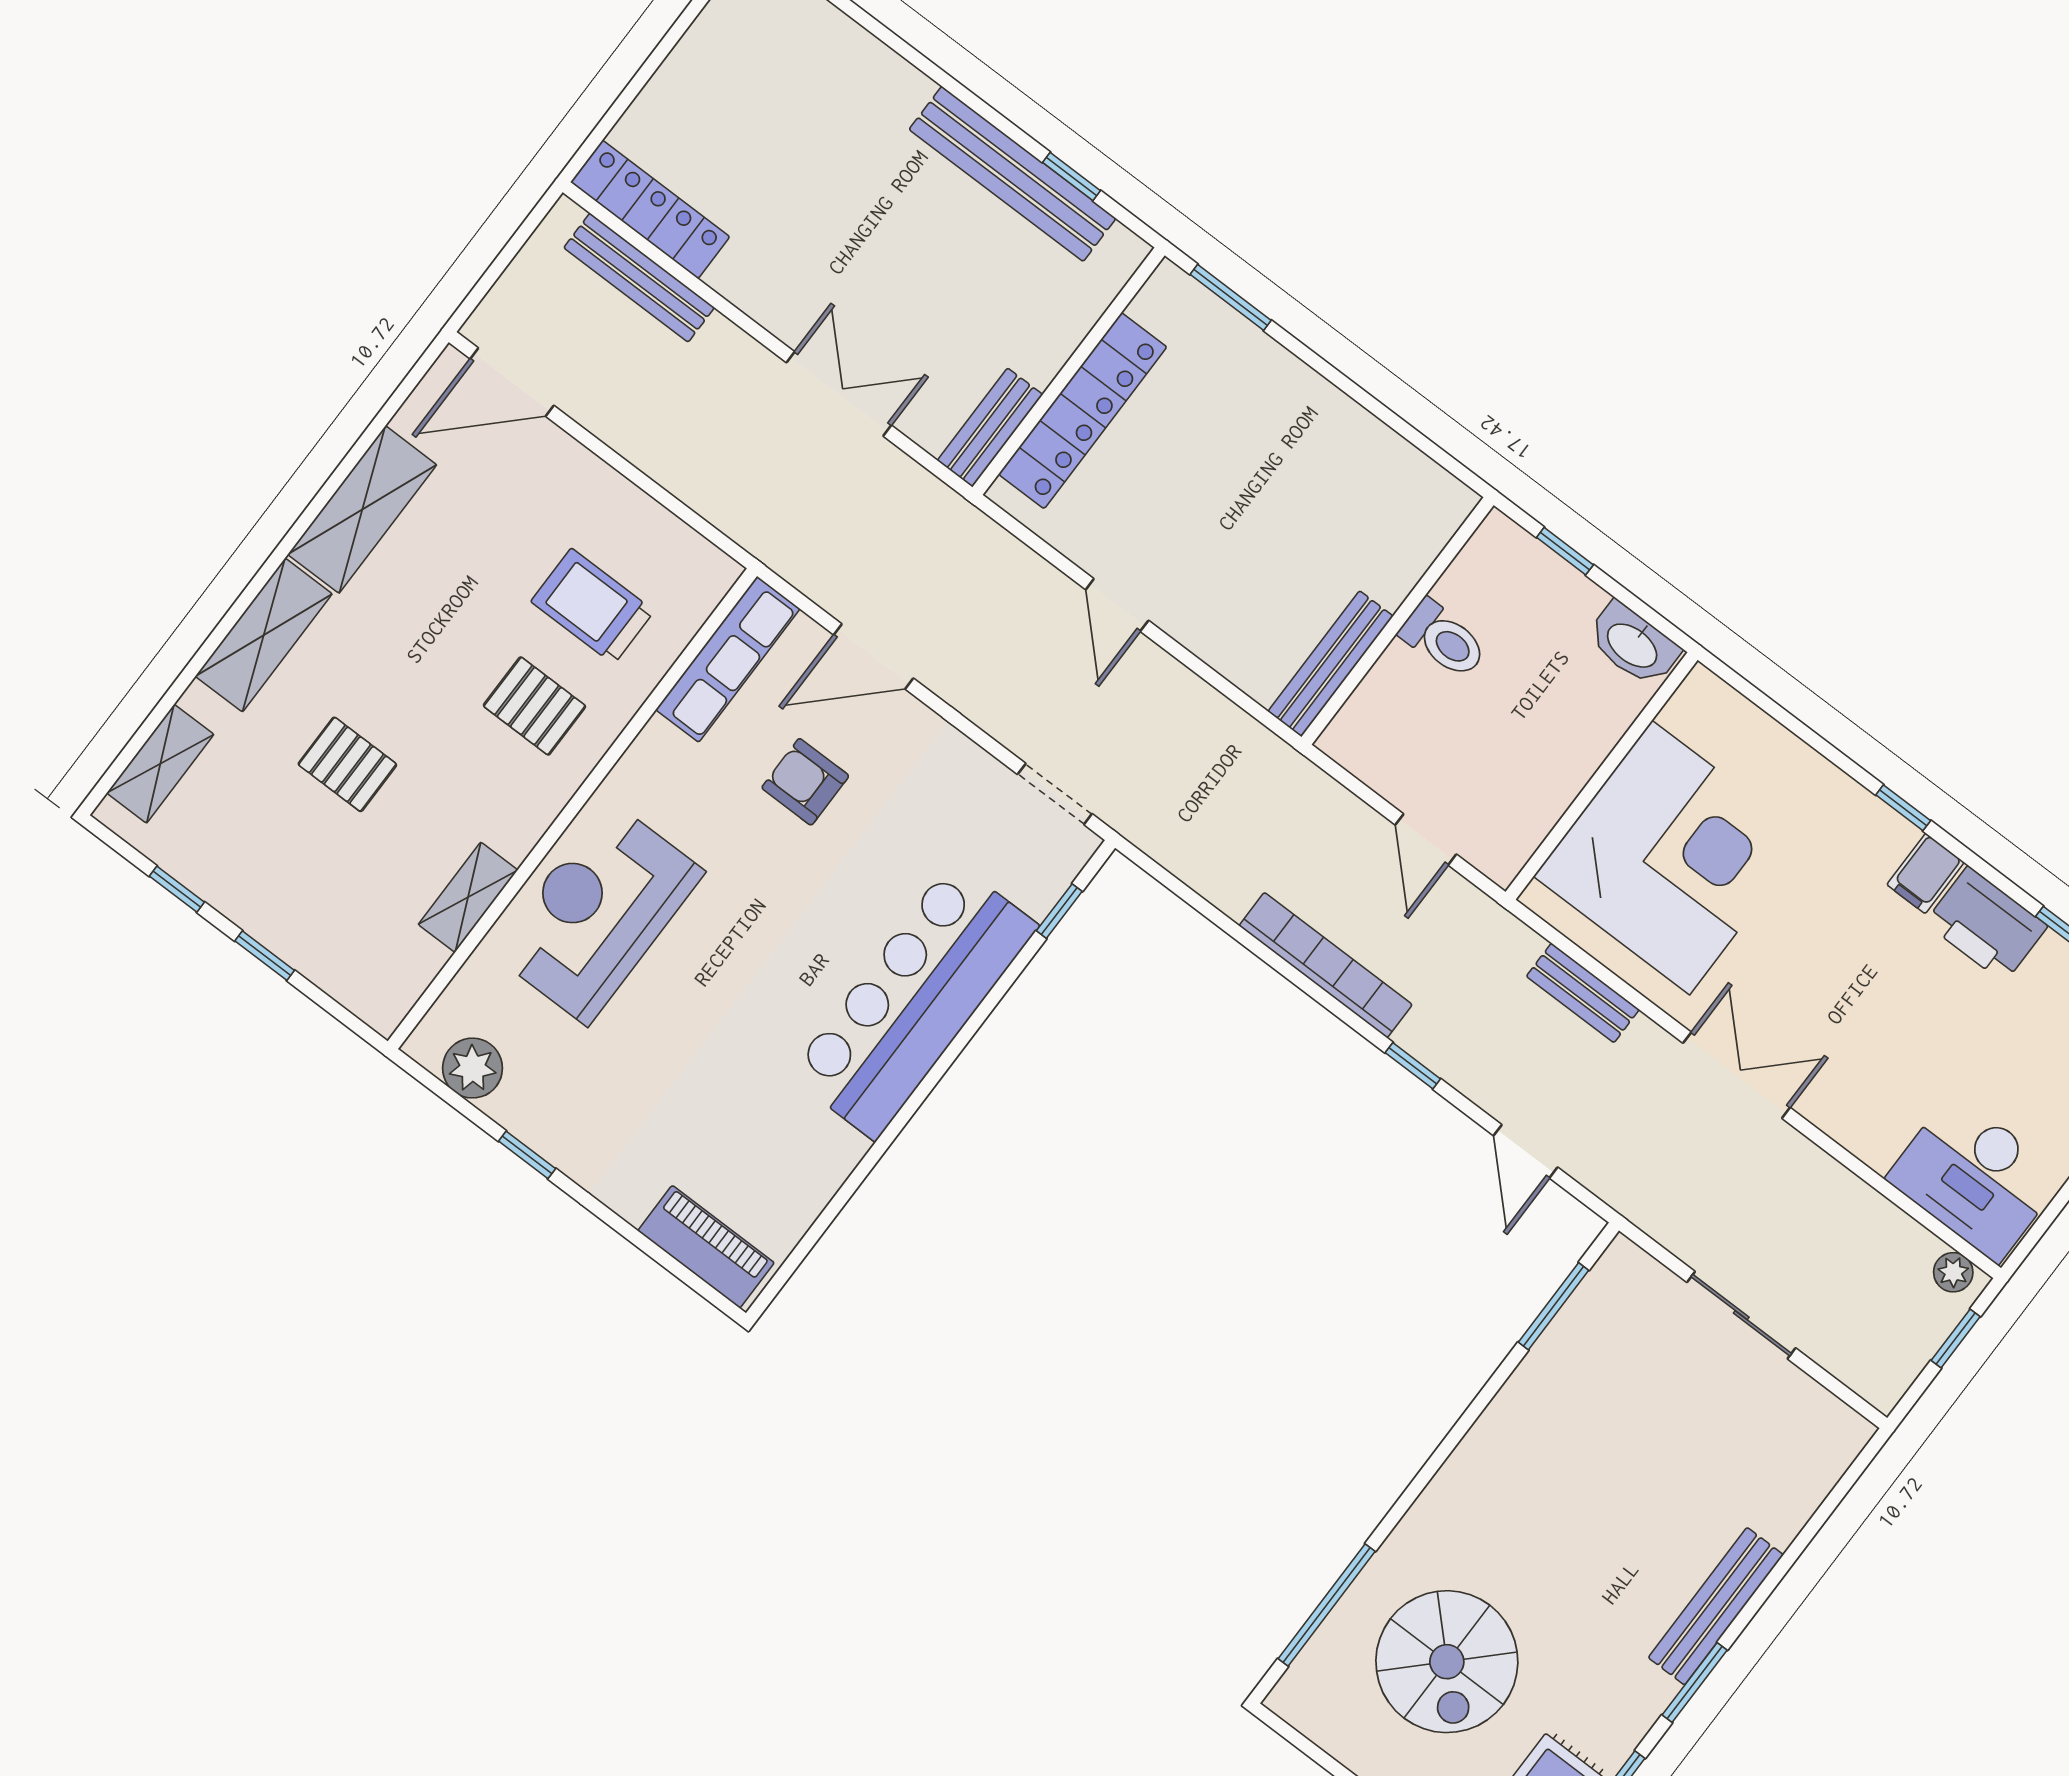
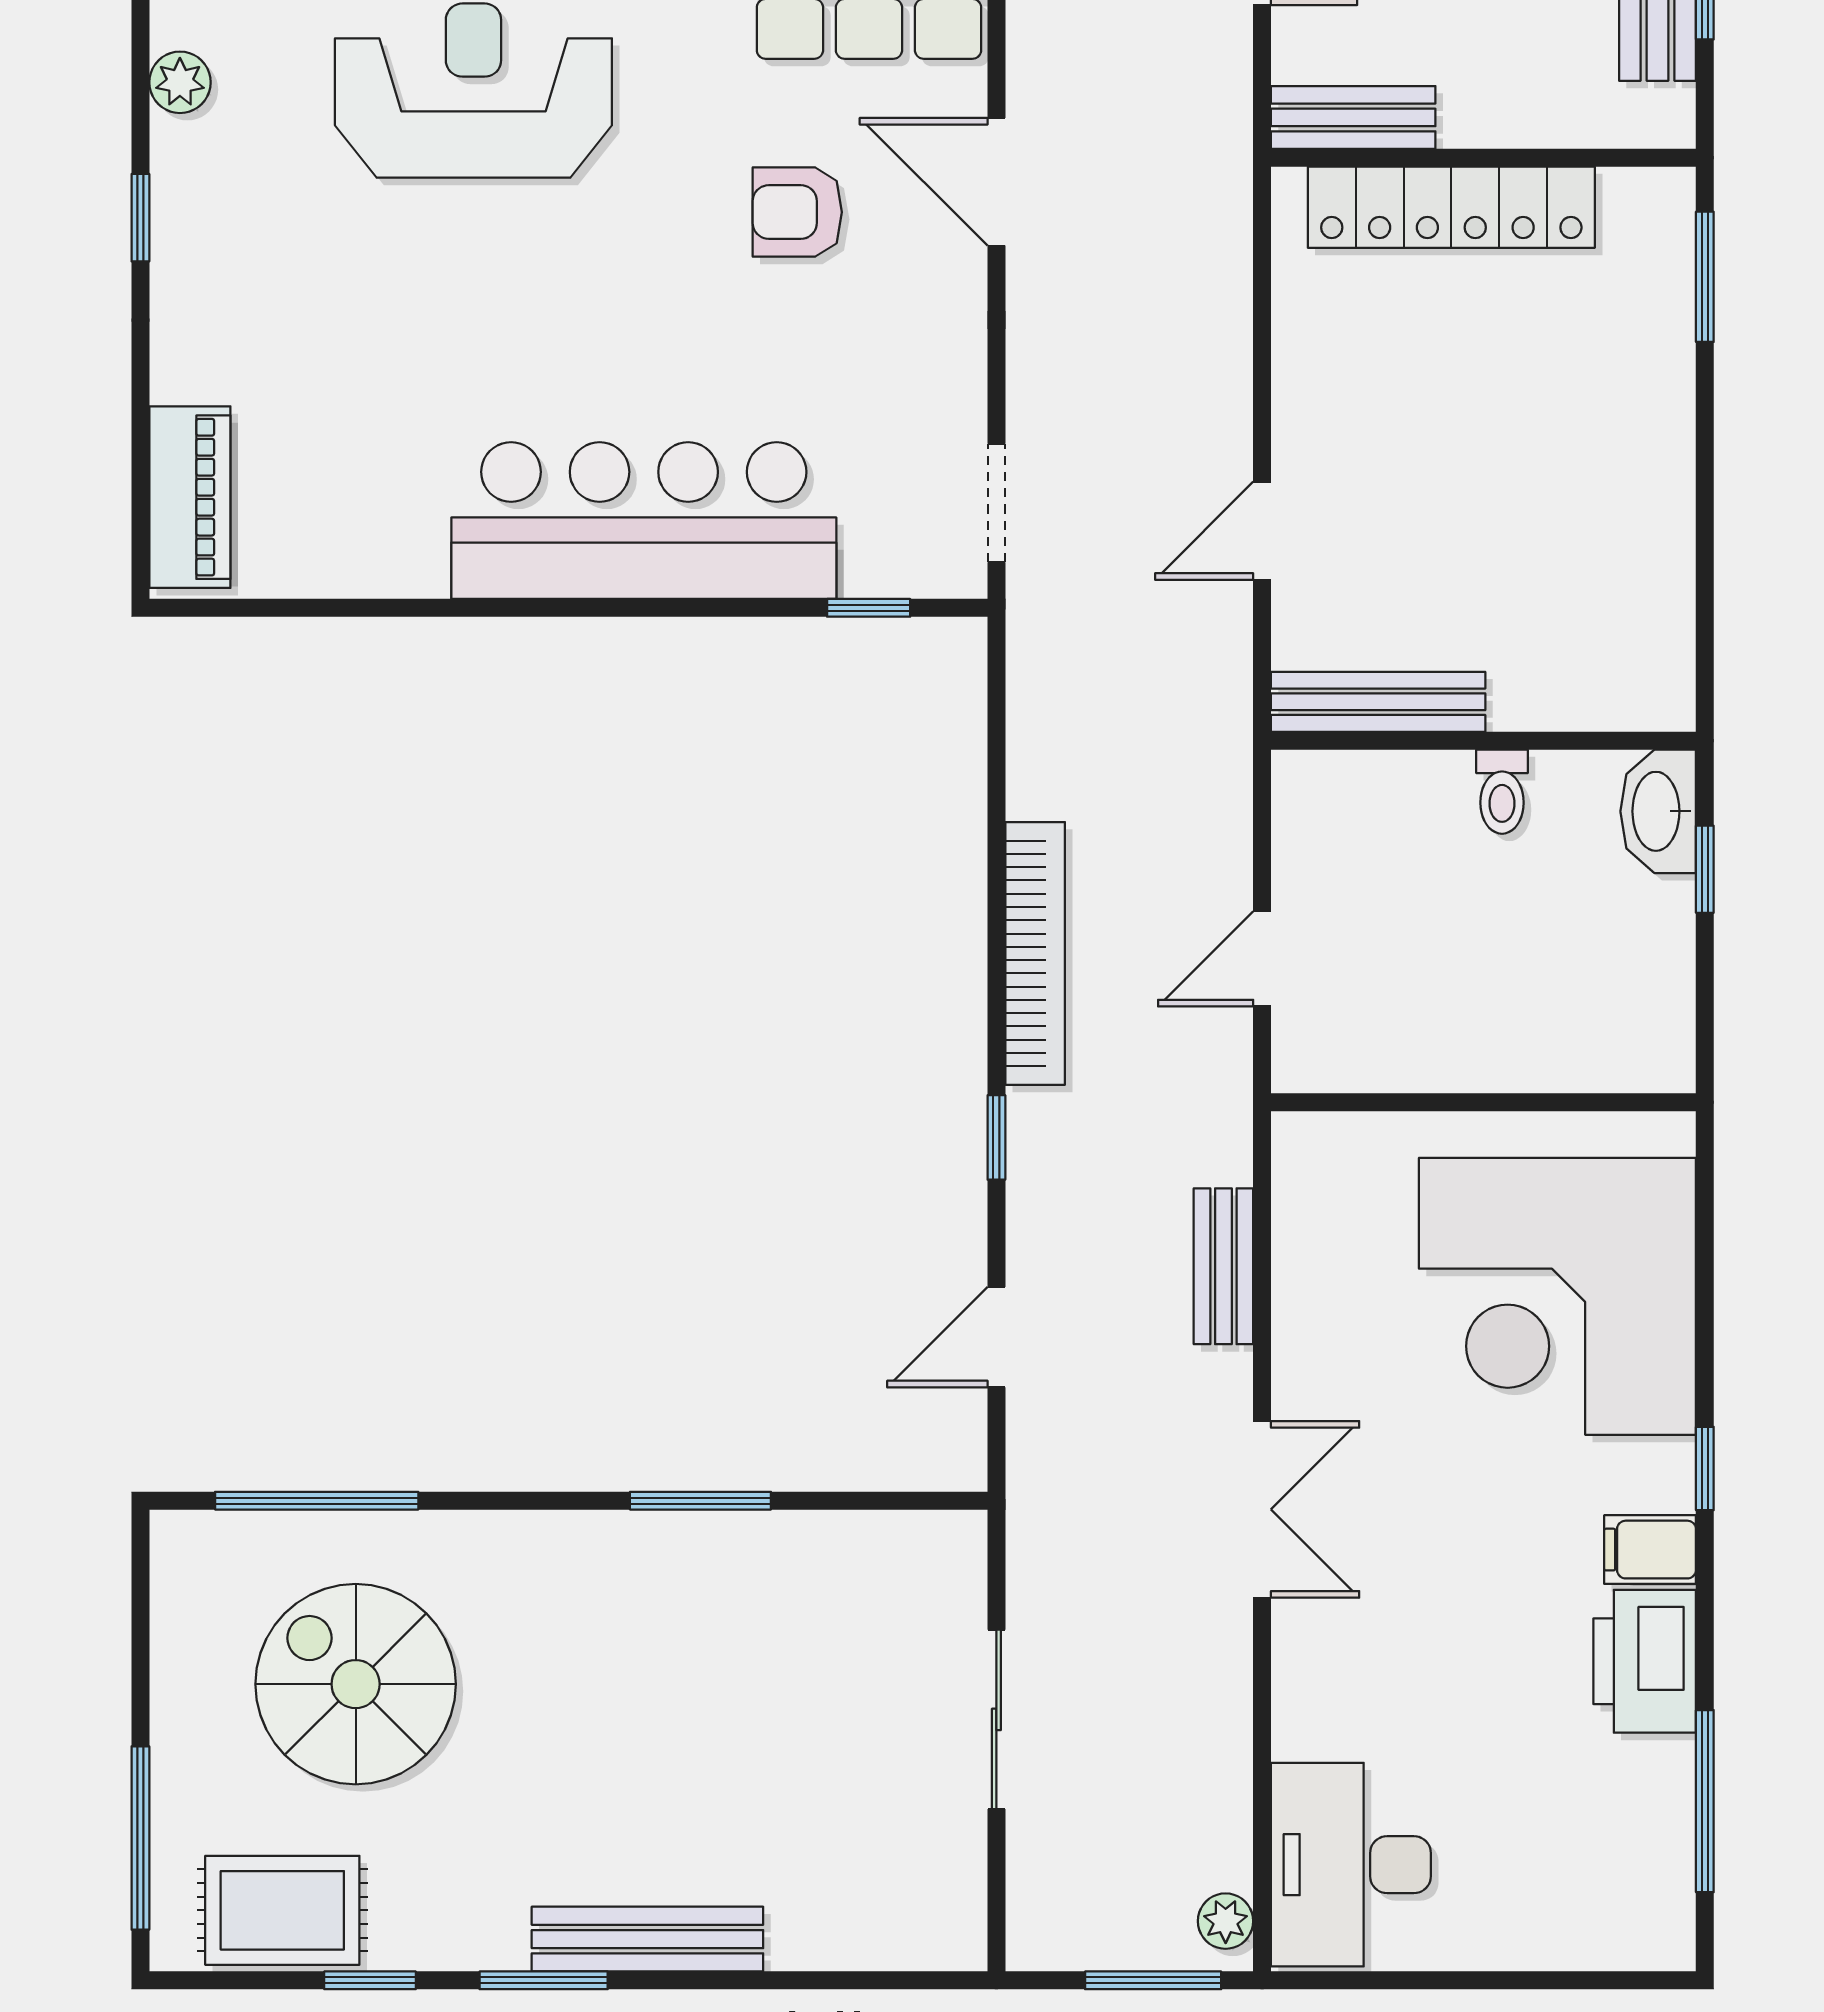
door: (1117, 605) -> (1262, 531), moved
toilet: (1443, 639) -> (1502, 792), width x0.73, depth x0.72
washbasin: (1633, 644) -> (1658, 811), moved
armchair: (805, 782) -> (797, 212), turned -90
corner desk: (1671, 858) -> (1557, 1296), moved, turned 90
plant: (473, 1068) -> (180, 82), width x0.73, depth x0.73
window: (1553, 1306) -> (700, 1501), moved
window: (1956, 1338) -> (1153, 1980), width x1.50
spiral stairs: (1447, 1662) -> (356, 1684), turned 90

